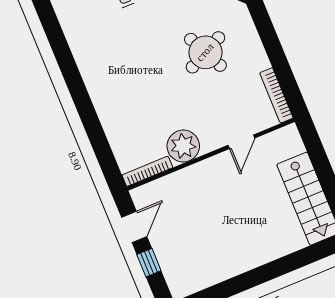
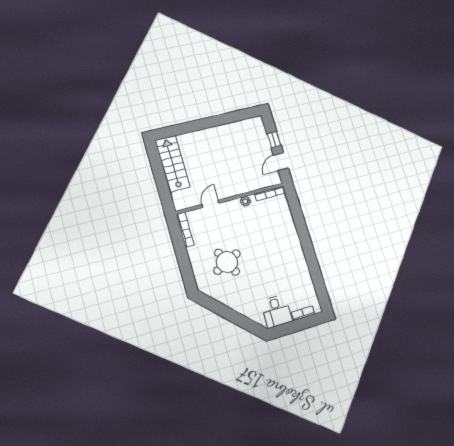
plant: (183, 146) -> (245, 201), width x0.53, depth x0.53

